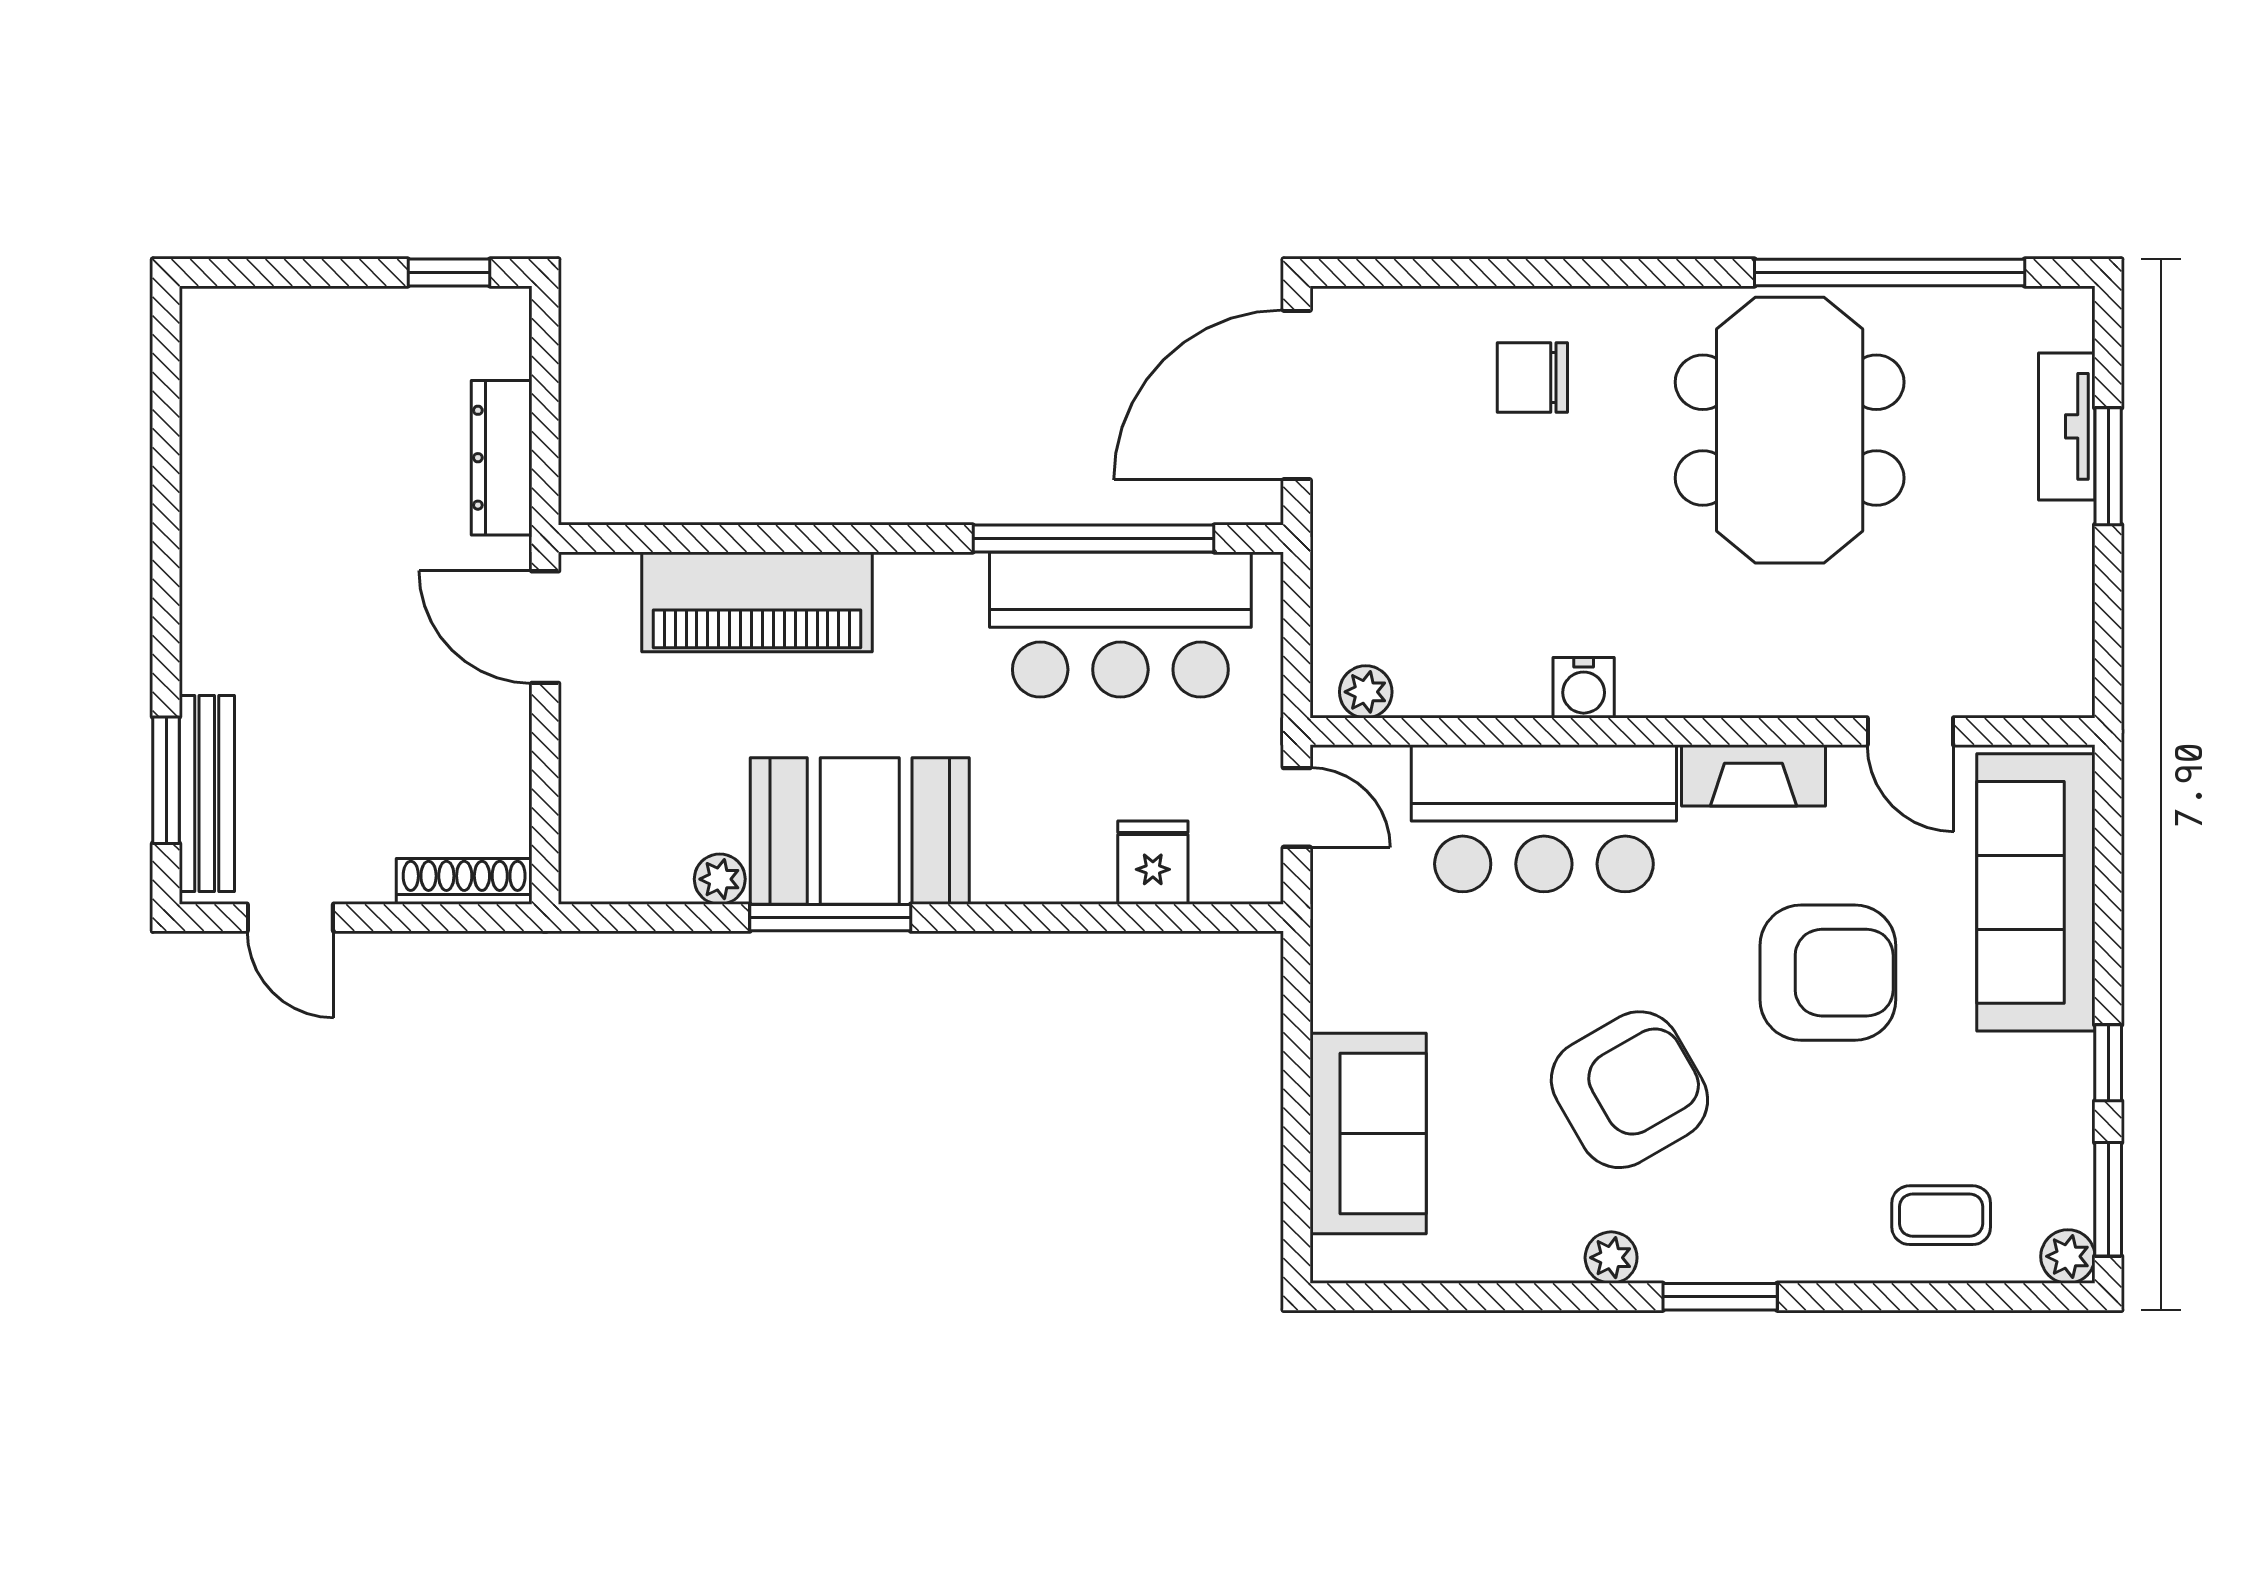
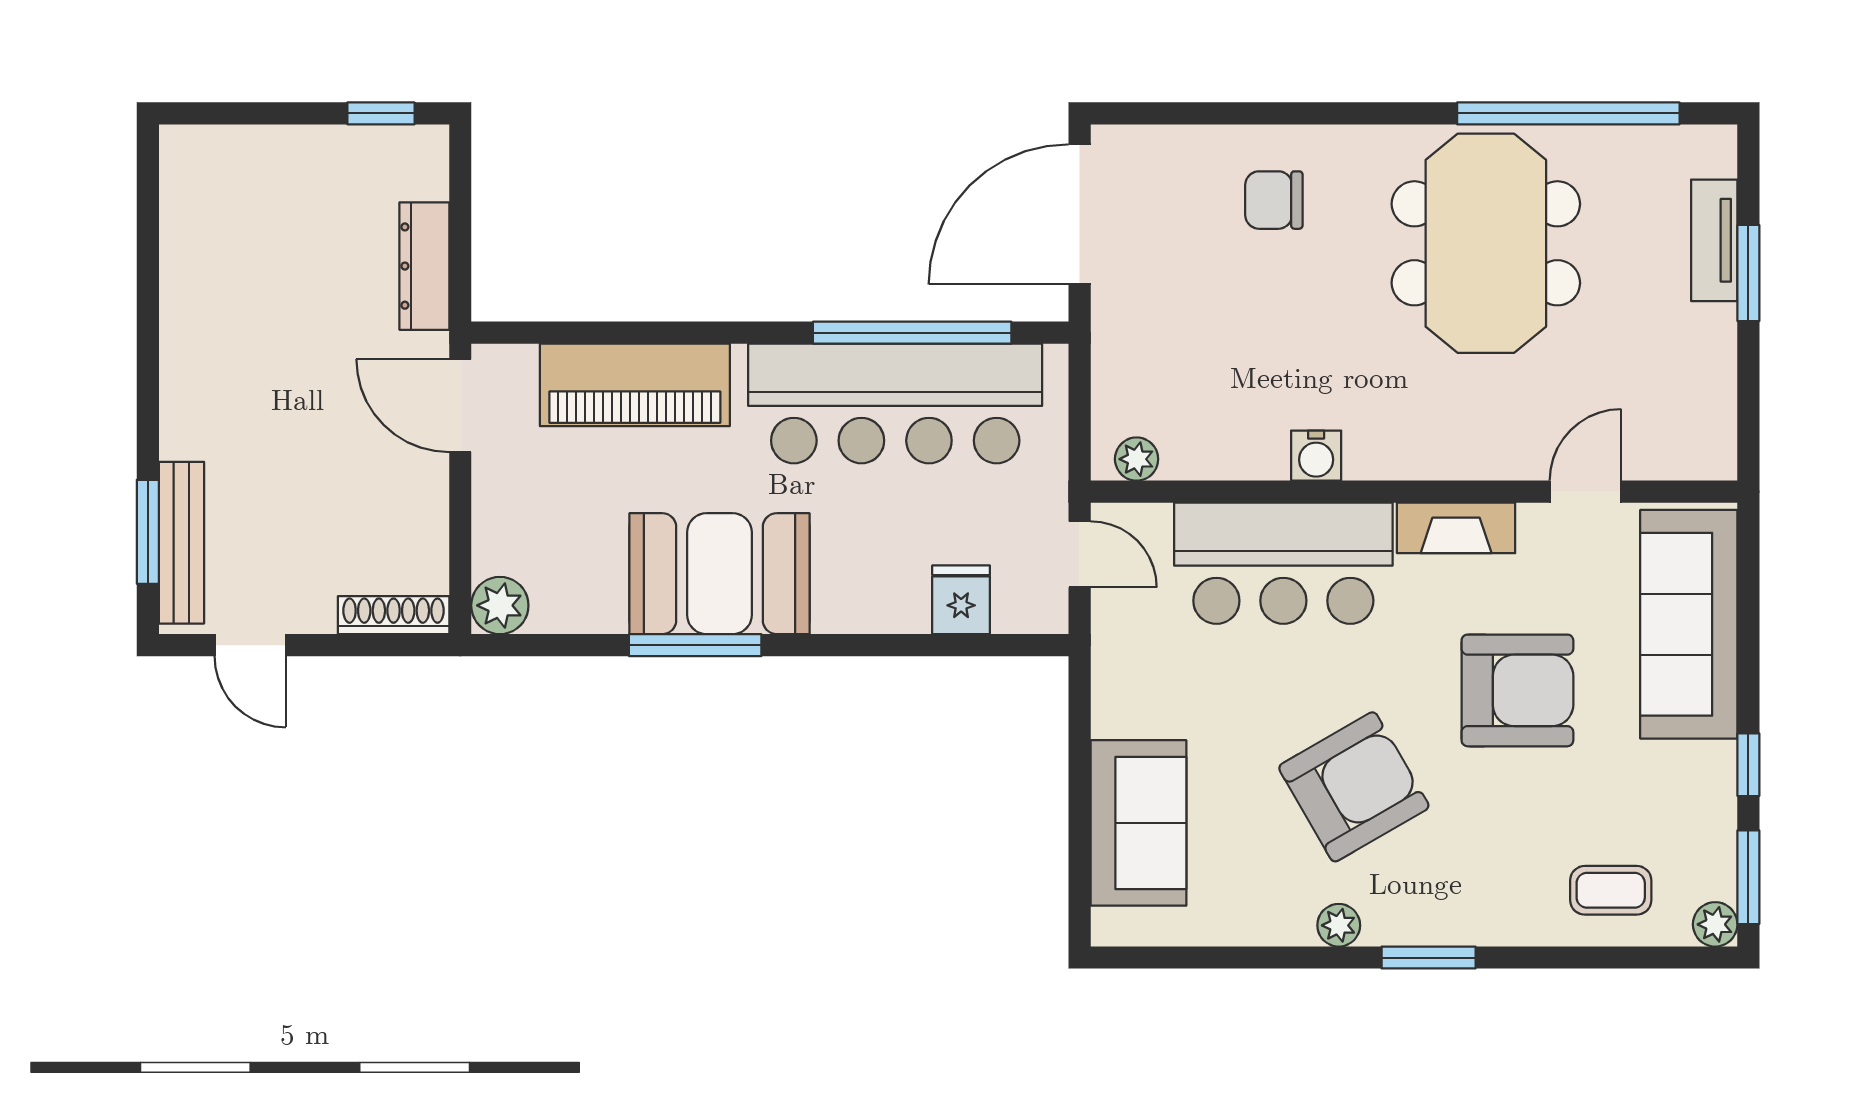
bar counter: (1120, 624) -> (895, 403), width x1.36
door: (1910, 731) -> (1585, 492), swing flipped
plant: (720, 879) -> (500, 605), moved, width x1.38, depth x1.38

